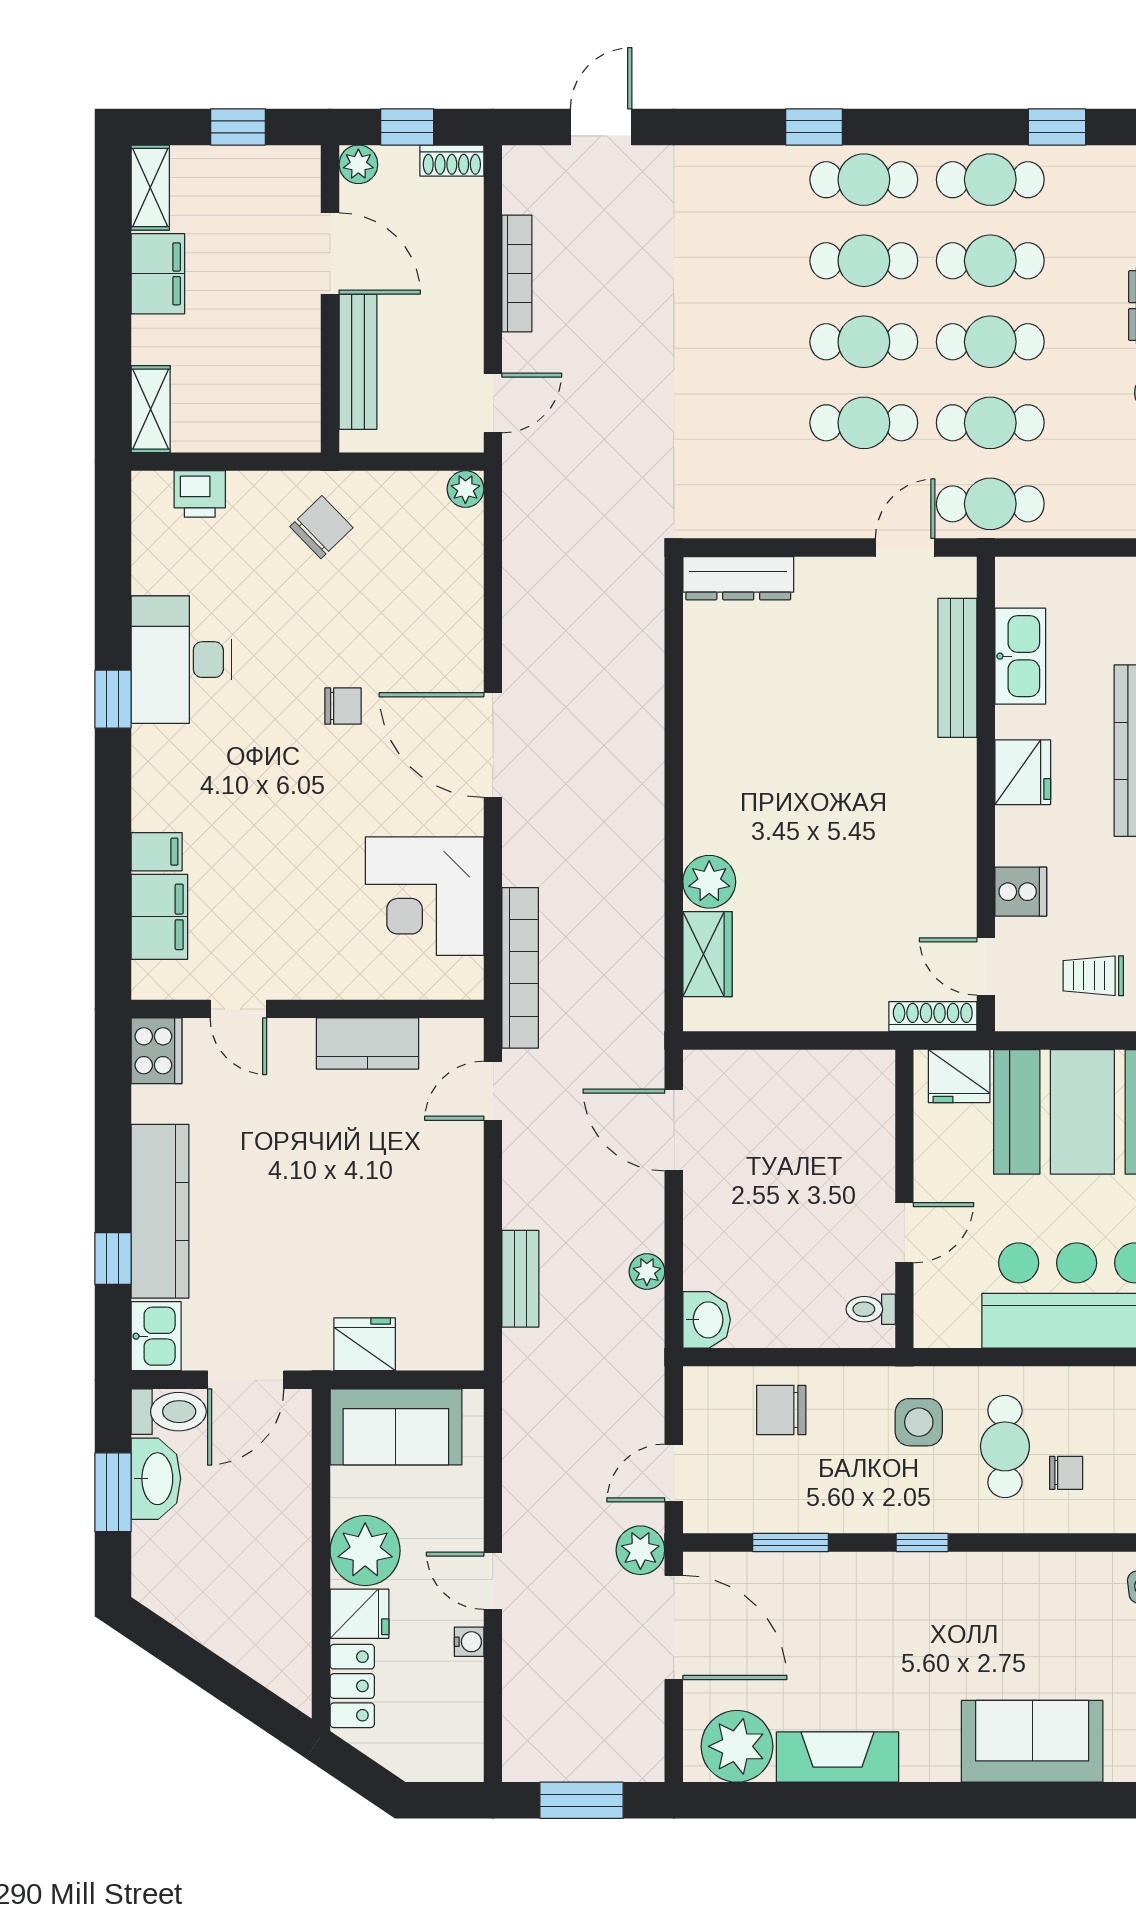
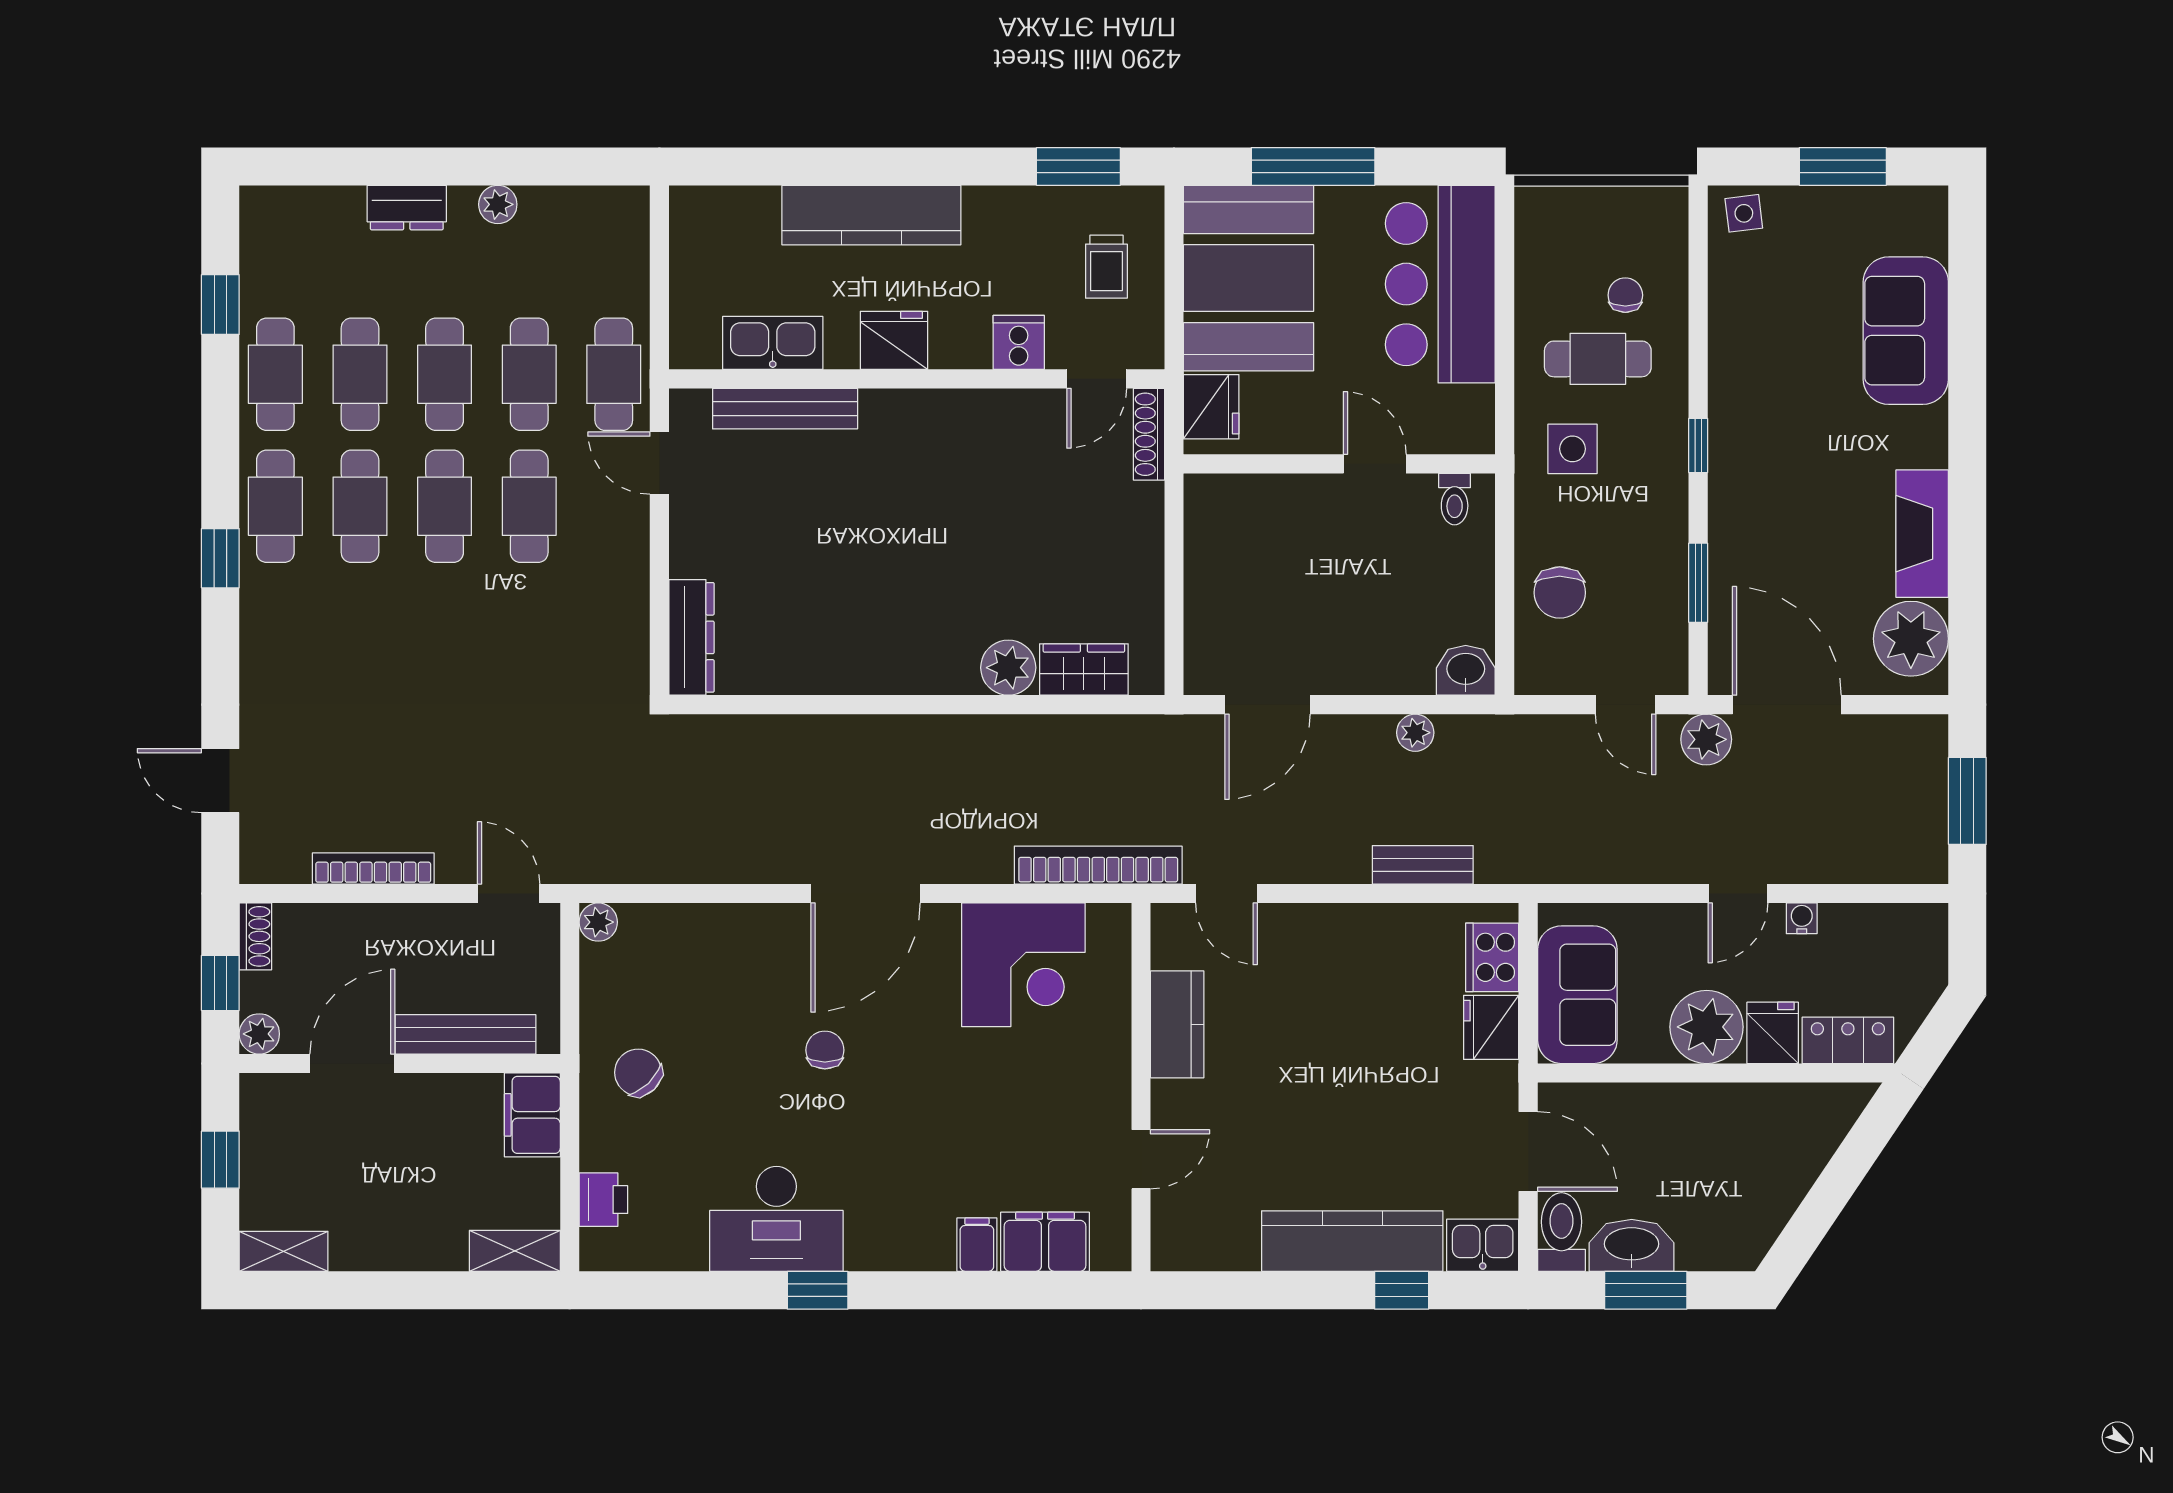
filing cabinet: (158, 274) -> (532, 1115), moved, turned -90
cooker: (156, 1051) -> (1492, 957), moved, turned -90
door: (674, 1627) -> (1787, 705), hinge flipped

